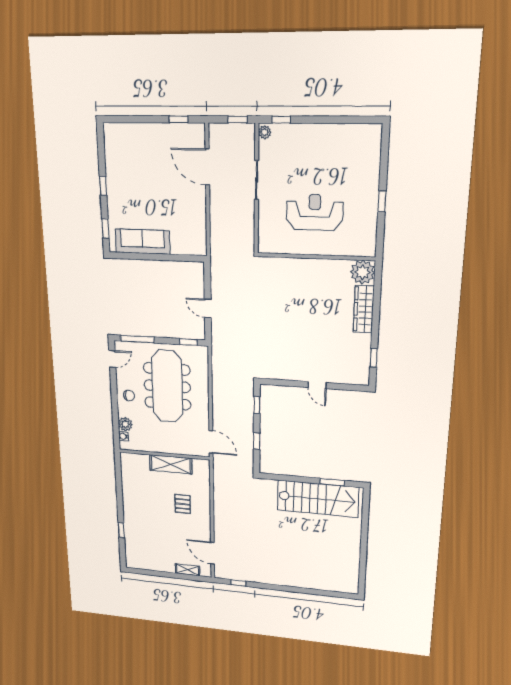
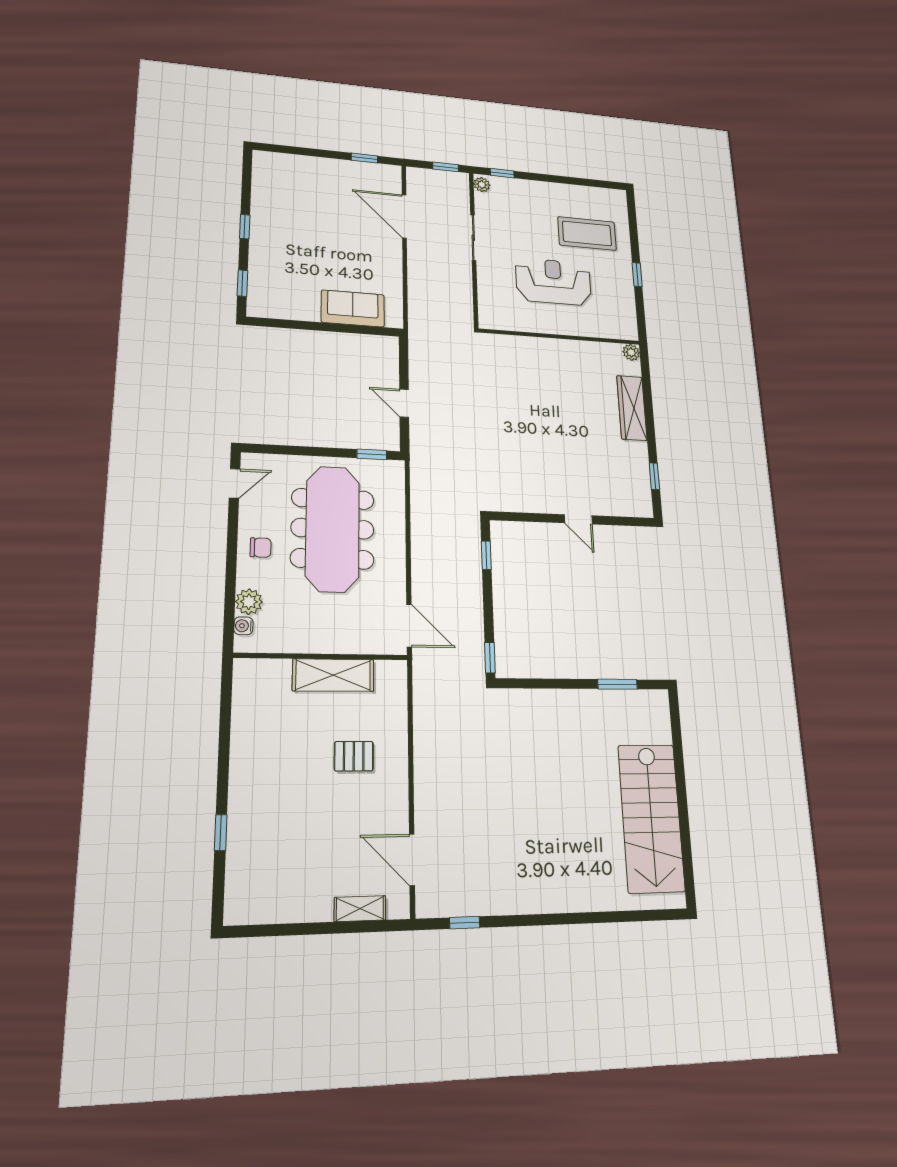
coffee table: (345, 168) -> (587, 234), added
sofa: (143, 242) -> (353, 308), moved, width x0.73
plant: (363, 272) -> (631, 352), width x0.53, depth x0.53
window: (137, 339) -> (284, 450), removed
window: (257, 441) -> (490, 658), moved
stairs: (318, 499) -> (651, 818), moved, turned 90
pallet: (183, 504) -> (354, 756), turned 90

